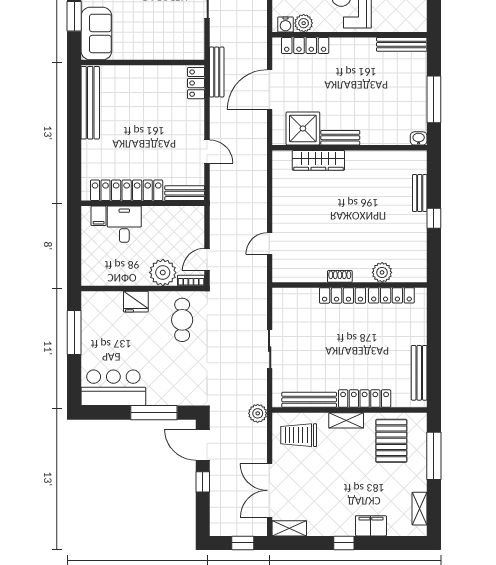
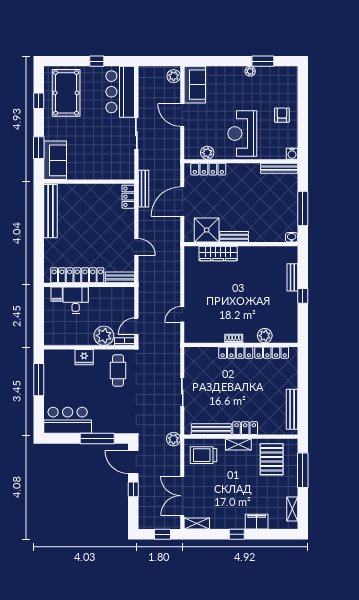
water cooler: (286, 24) -> (292, 154), moved
locker: (365, 399) -> (245, 428), width x0.66

